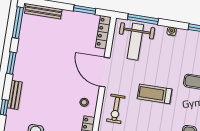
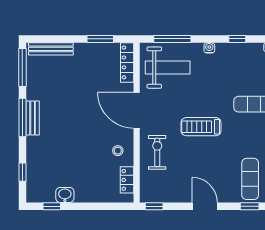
weight bench: (135, 42) -> (168, 68), turned -90
window: (11, 63) -> (22, 117), width x1.44
bench: (15, 95) -> (33, 118), moved
exercise bike: (116, 109) -> (157, 152), turned 180

